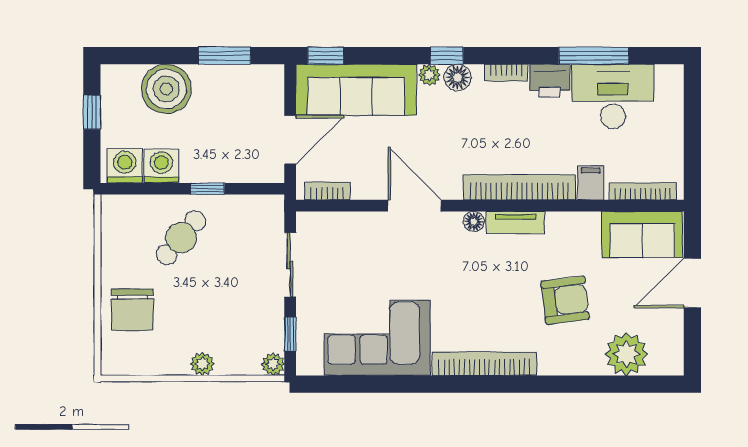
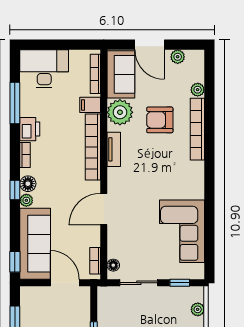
desk: (613, 96) -> (44, 69), moved, turned 90
floor lamp: (474, 222) -> (113, 265), moved
plant: (578, 233) -> (120, 112), added
armchair: (565, 300) -> (160, 120), turned -83
plant: (672, 330) -> (178, 57), added
plant: (626, 354) -> (198, 90), width x0.53, depth x0.53
plant: (273, 364) -> (198, 309), moved
bookcase: (485, 364) -> (197, 129), moved

